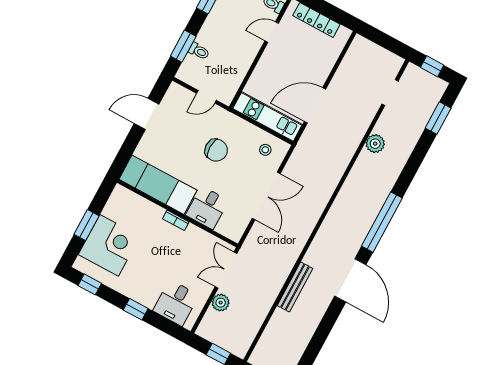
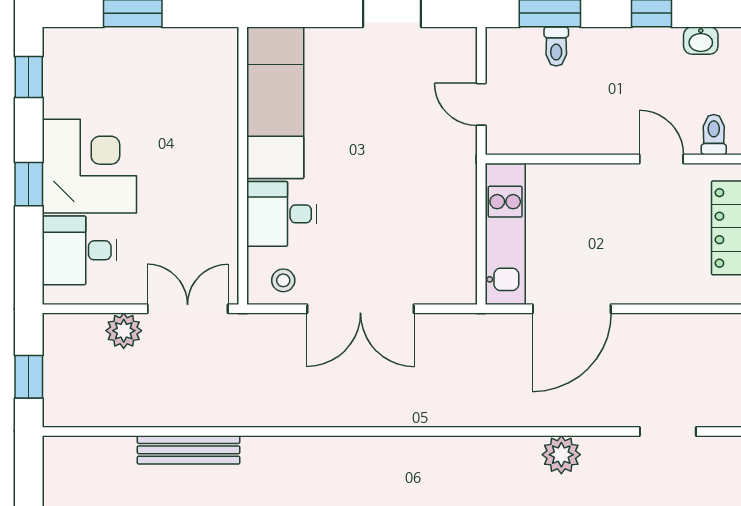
door: (315, 105) -> (572, 309), swing flipped
chair: (216, 150) -> (394, 174), removed
stool: (265, 150) -> (283, 280), moved
bookcase: (176, 220) -> (228, 170), removed
corner desk: (109, 245) -> (89, 166), moved, turned -90
bench: (295, 287) -> (189, 450), moved

